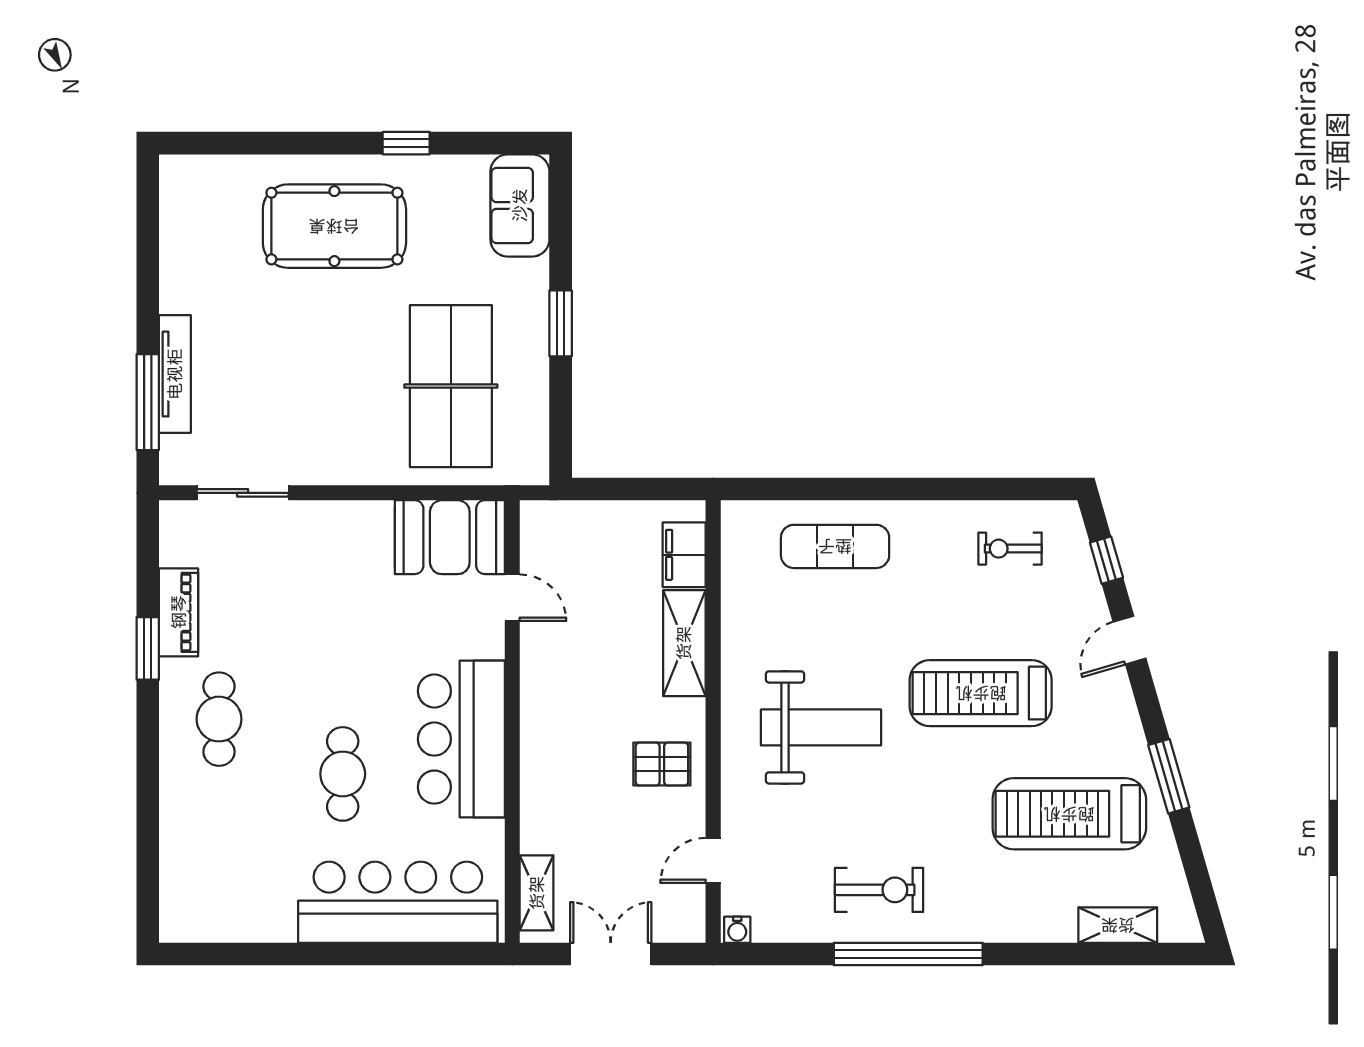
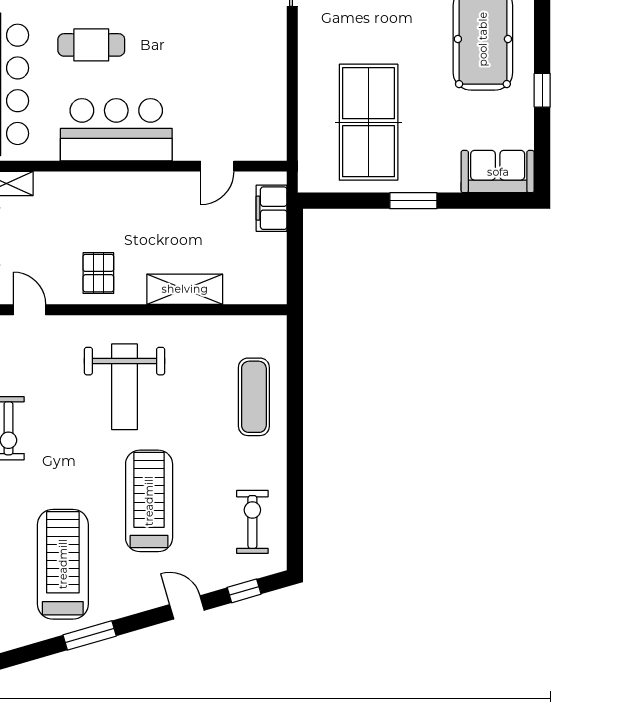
table tennis table: (451, 386) -> (369, 122), turned 90
booth: (450, 537) -> (261, 121), removed
exercise bike: (1010, 549) -> (252, 522), width x1.38, depth x1.39
filing cabinet: (684, 555) -> (272, 208), moved, turned -90

